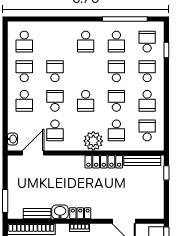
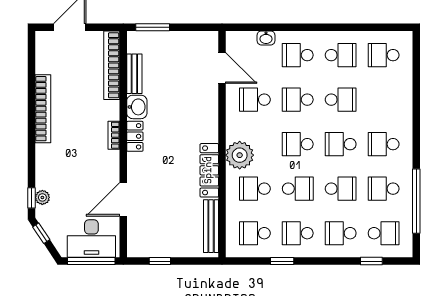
school desk: (86, 71) -> (341, 144), added
school desk: (147, 71) -> (341, 233), turned 180
school desk: (55, 101) -> (298, 100), turned 180
window: (166, 112) -> (282, 261), added
school desk: (147, 130) -> (255, 233), turned 180
washbasin: (12, 139) -> (266, 38), moved
window: (166, 173) -> (160, 261), moved

